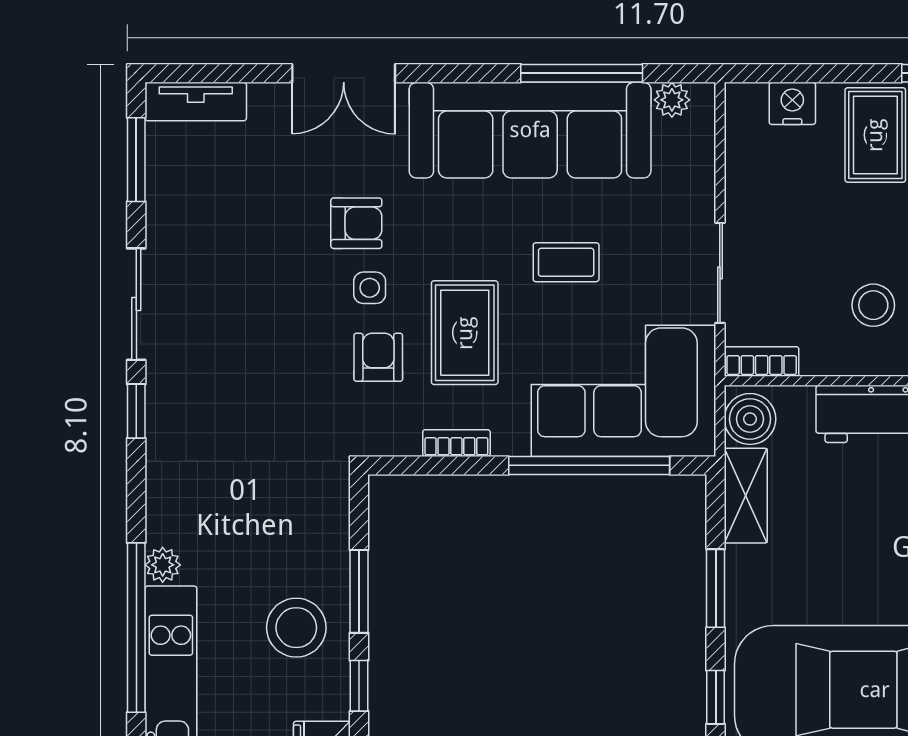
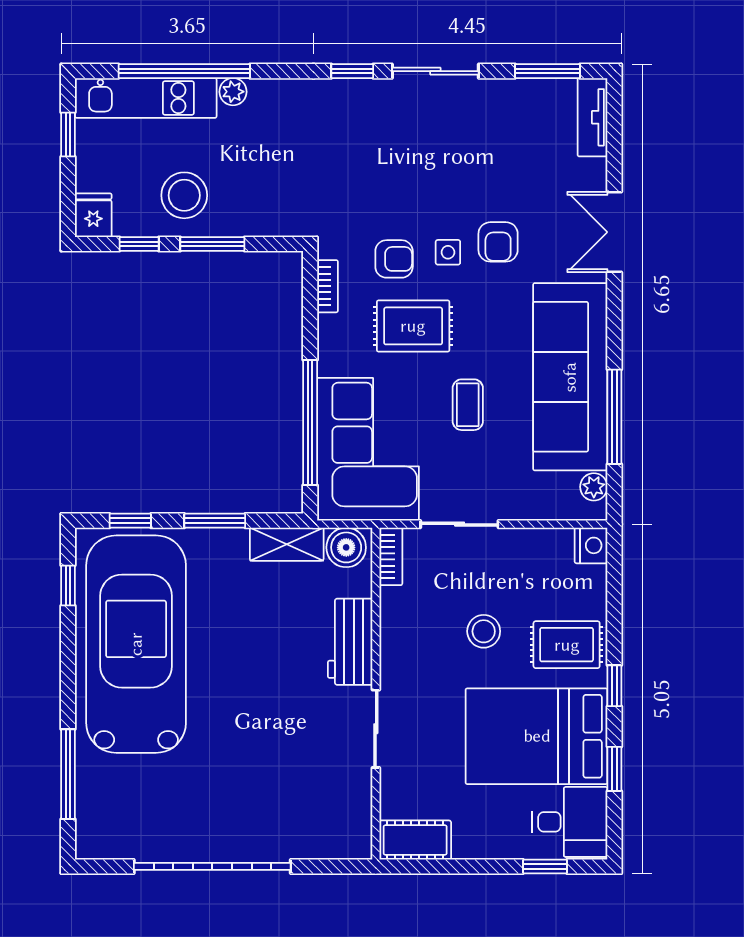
nightstand: (792, 103) -> (591, 545), moved
stool: (873, 305) -> (484, 631), moved
bookcase: (456, 443) -> (327, 286), moved

